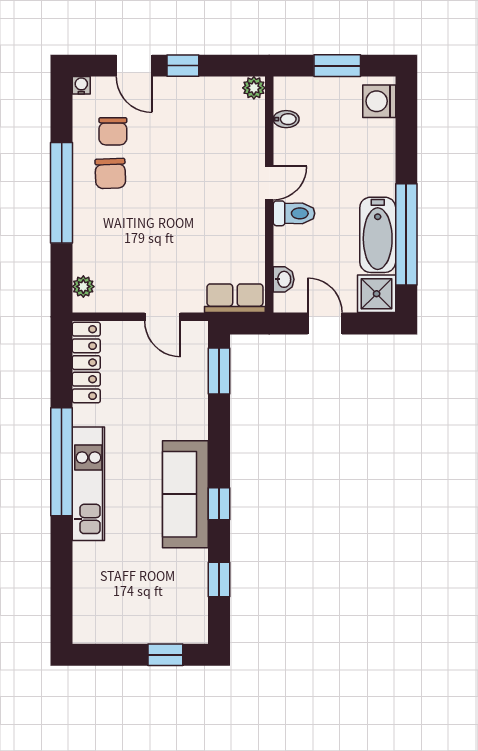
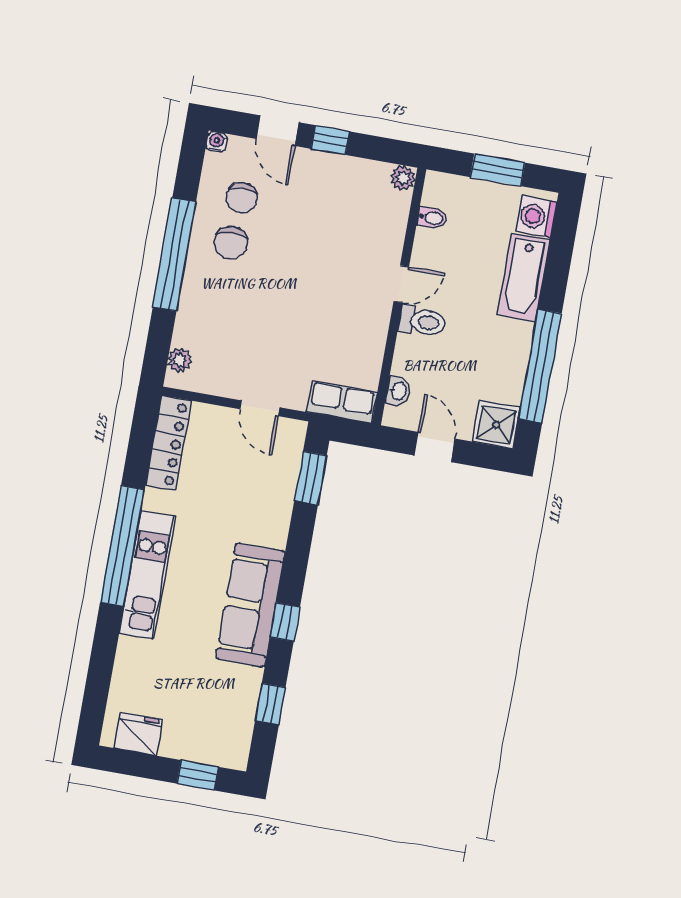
bathtub: (378, 235) -> (524, 277), moved
fridge: (106, 627) -> (138, 734), added

